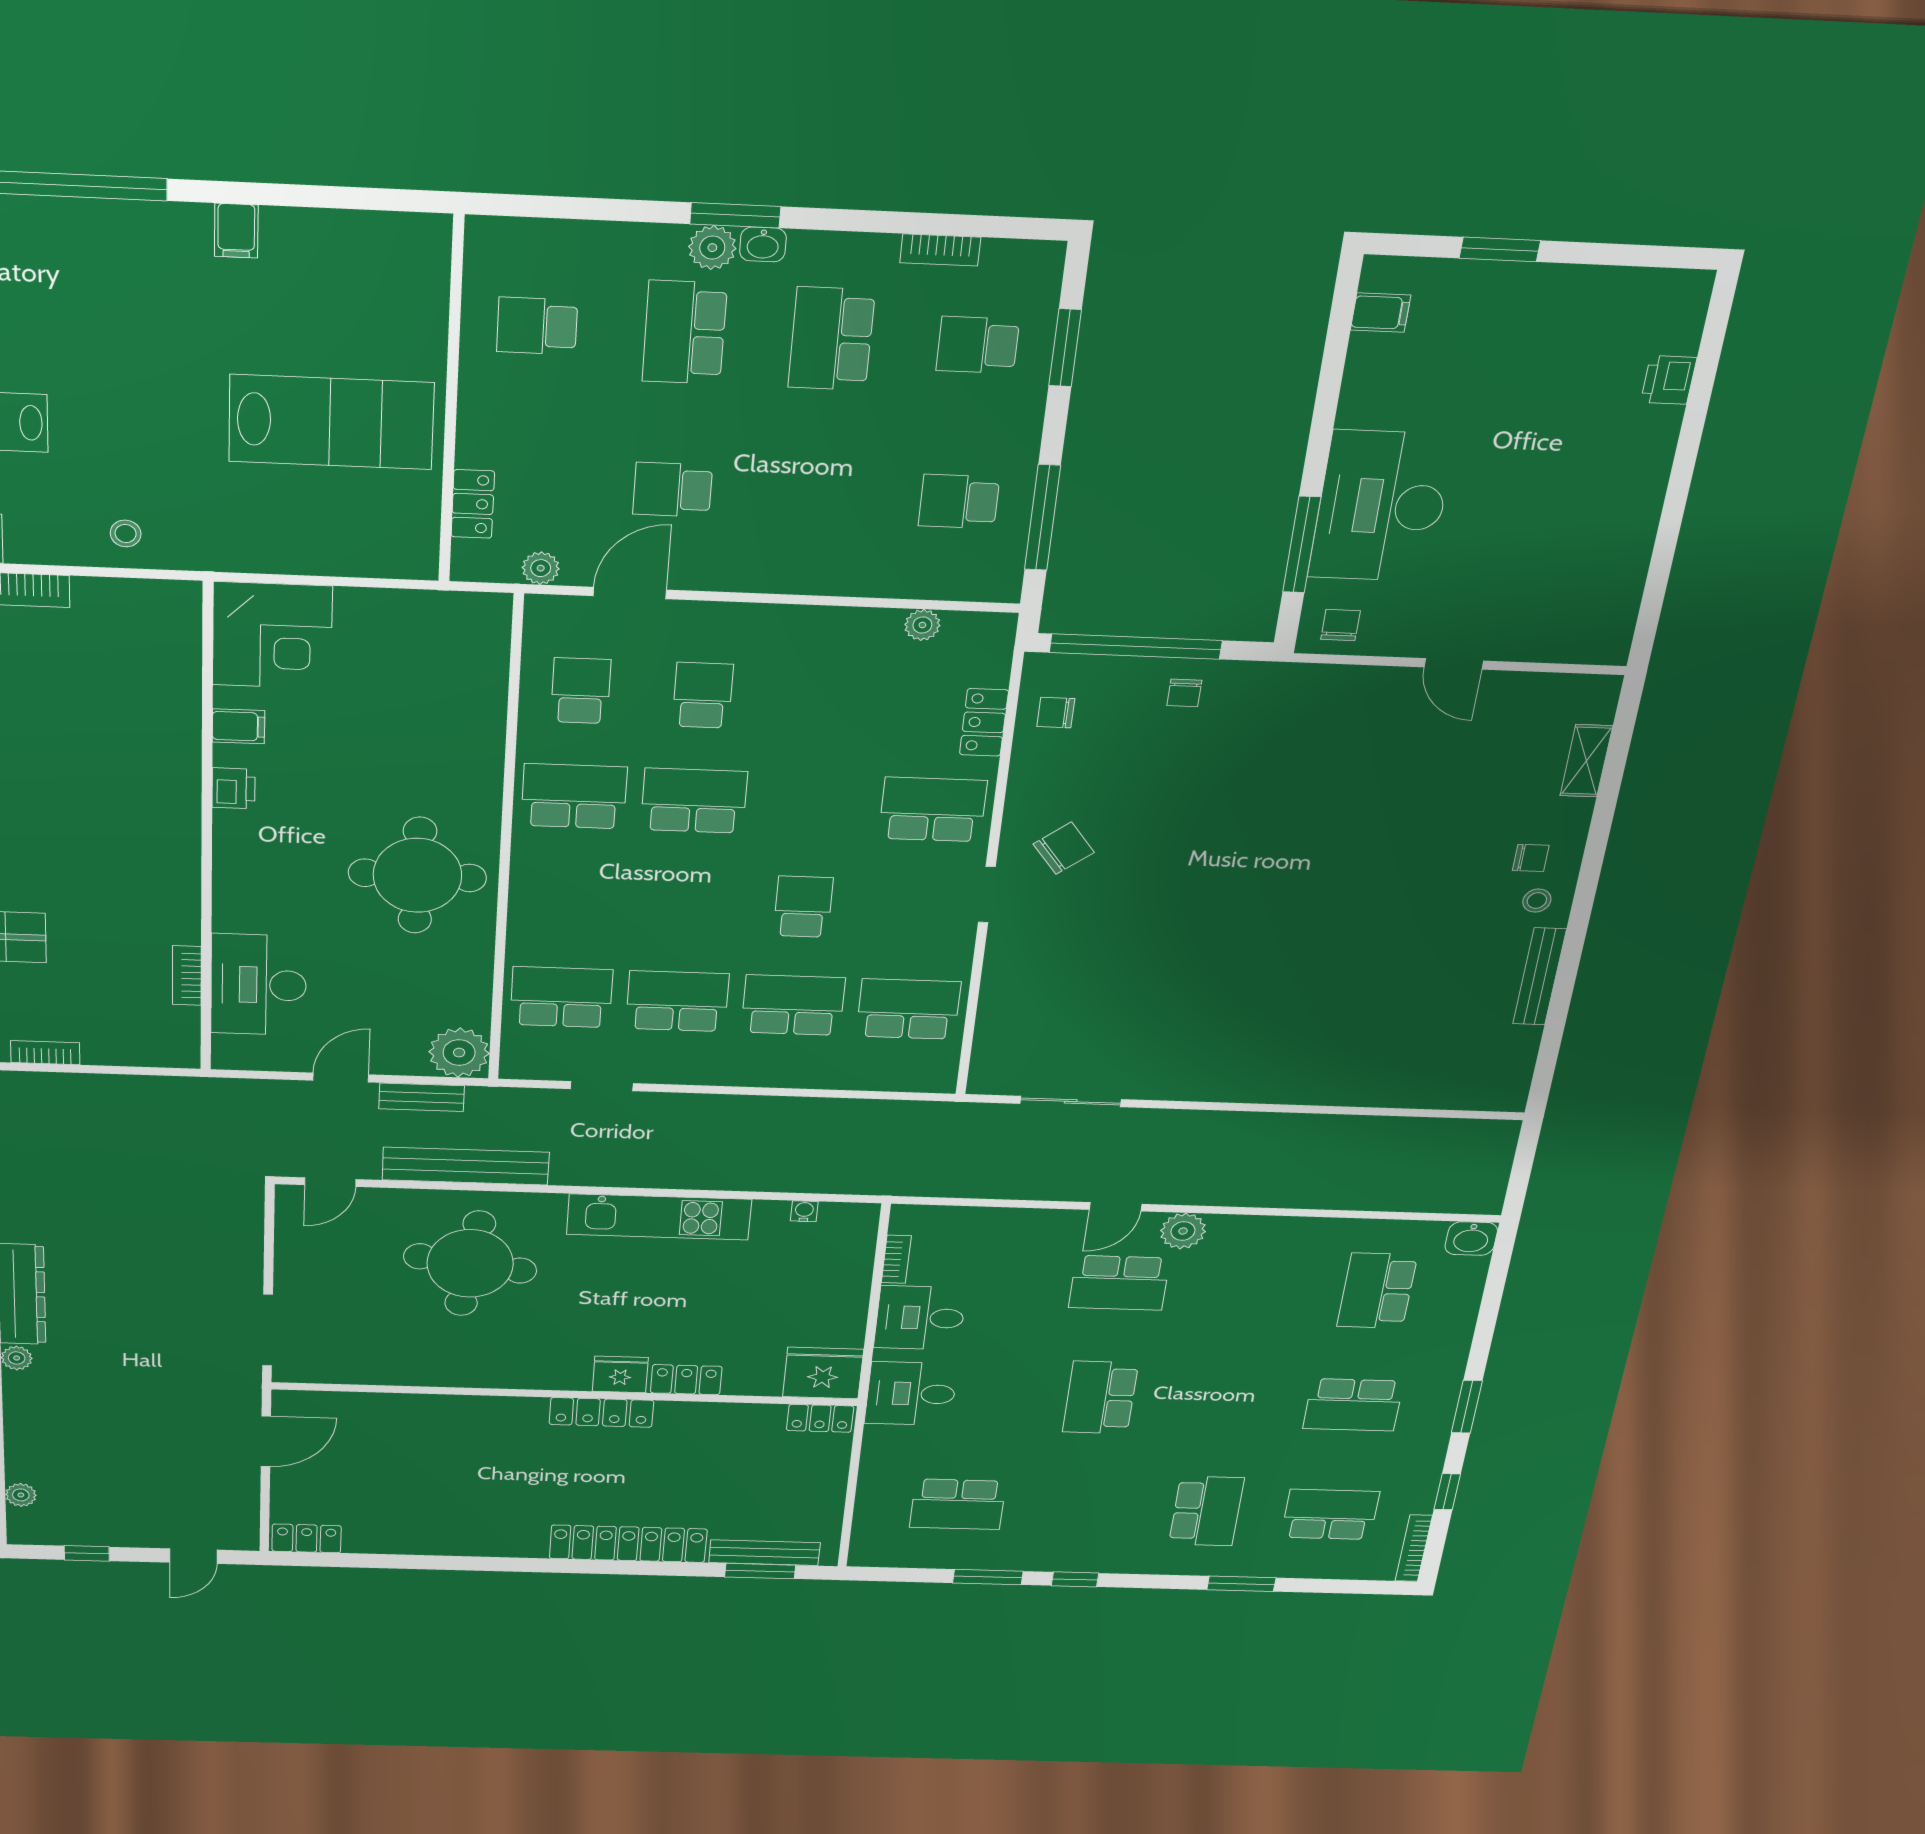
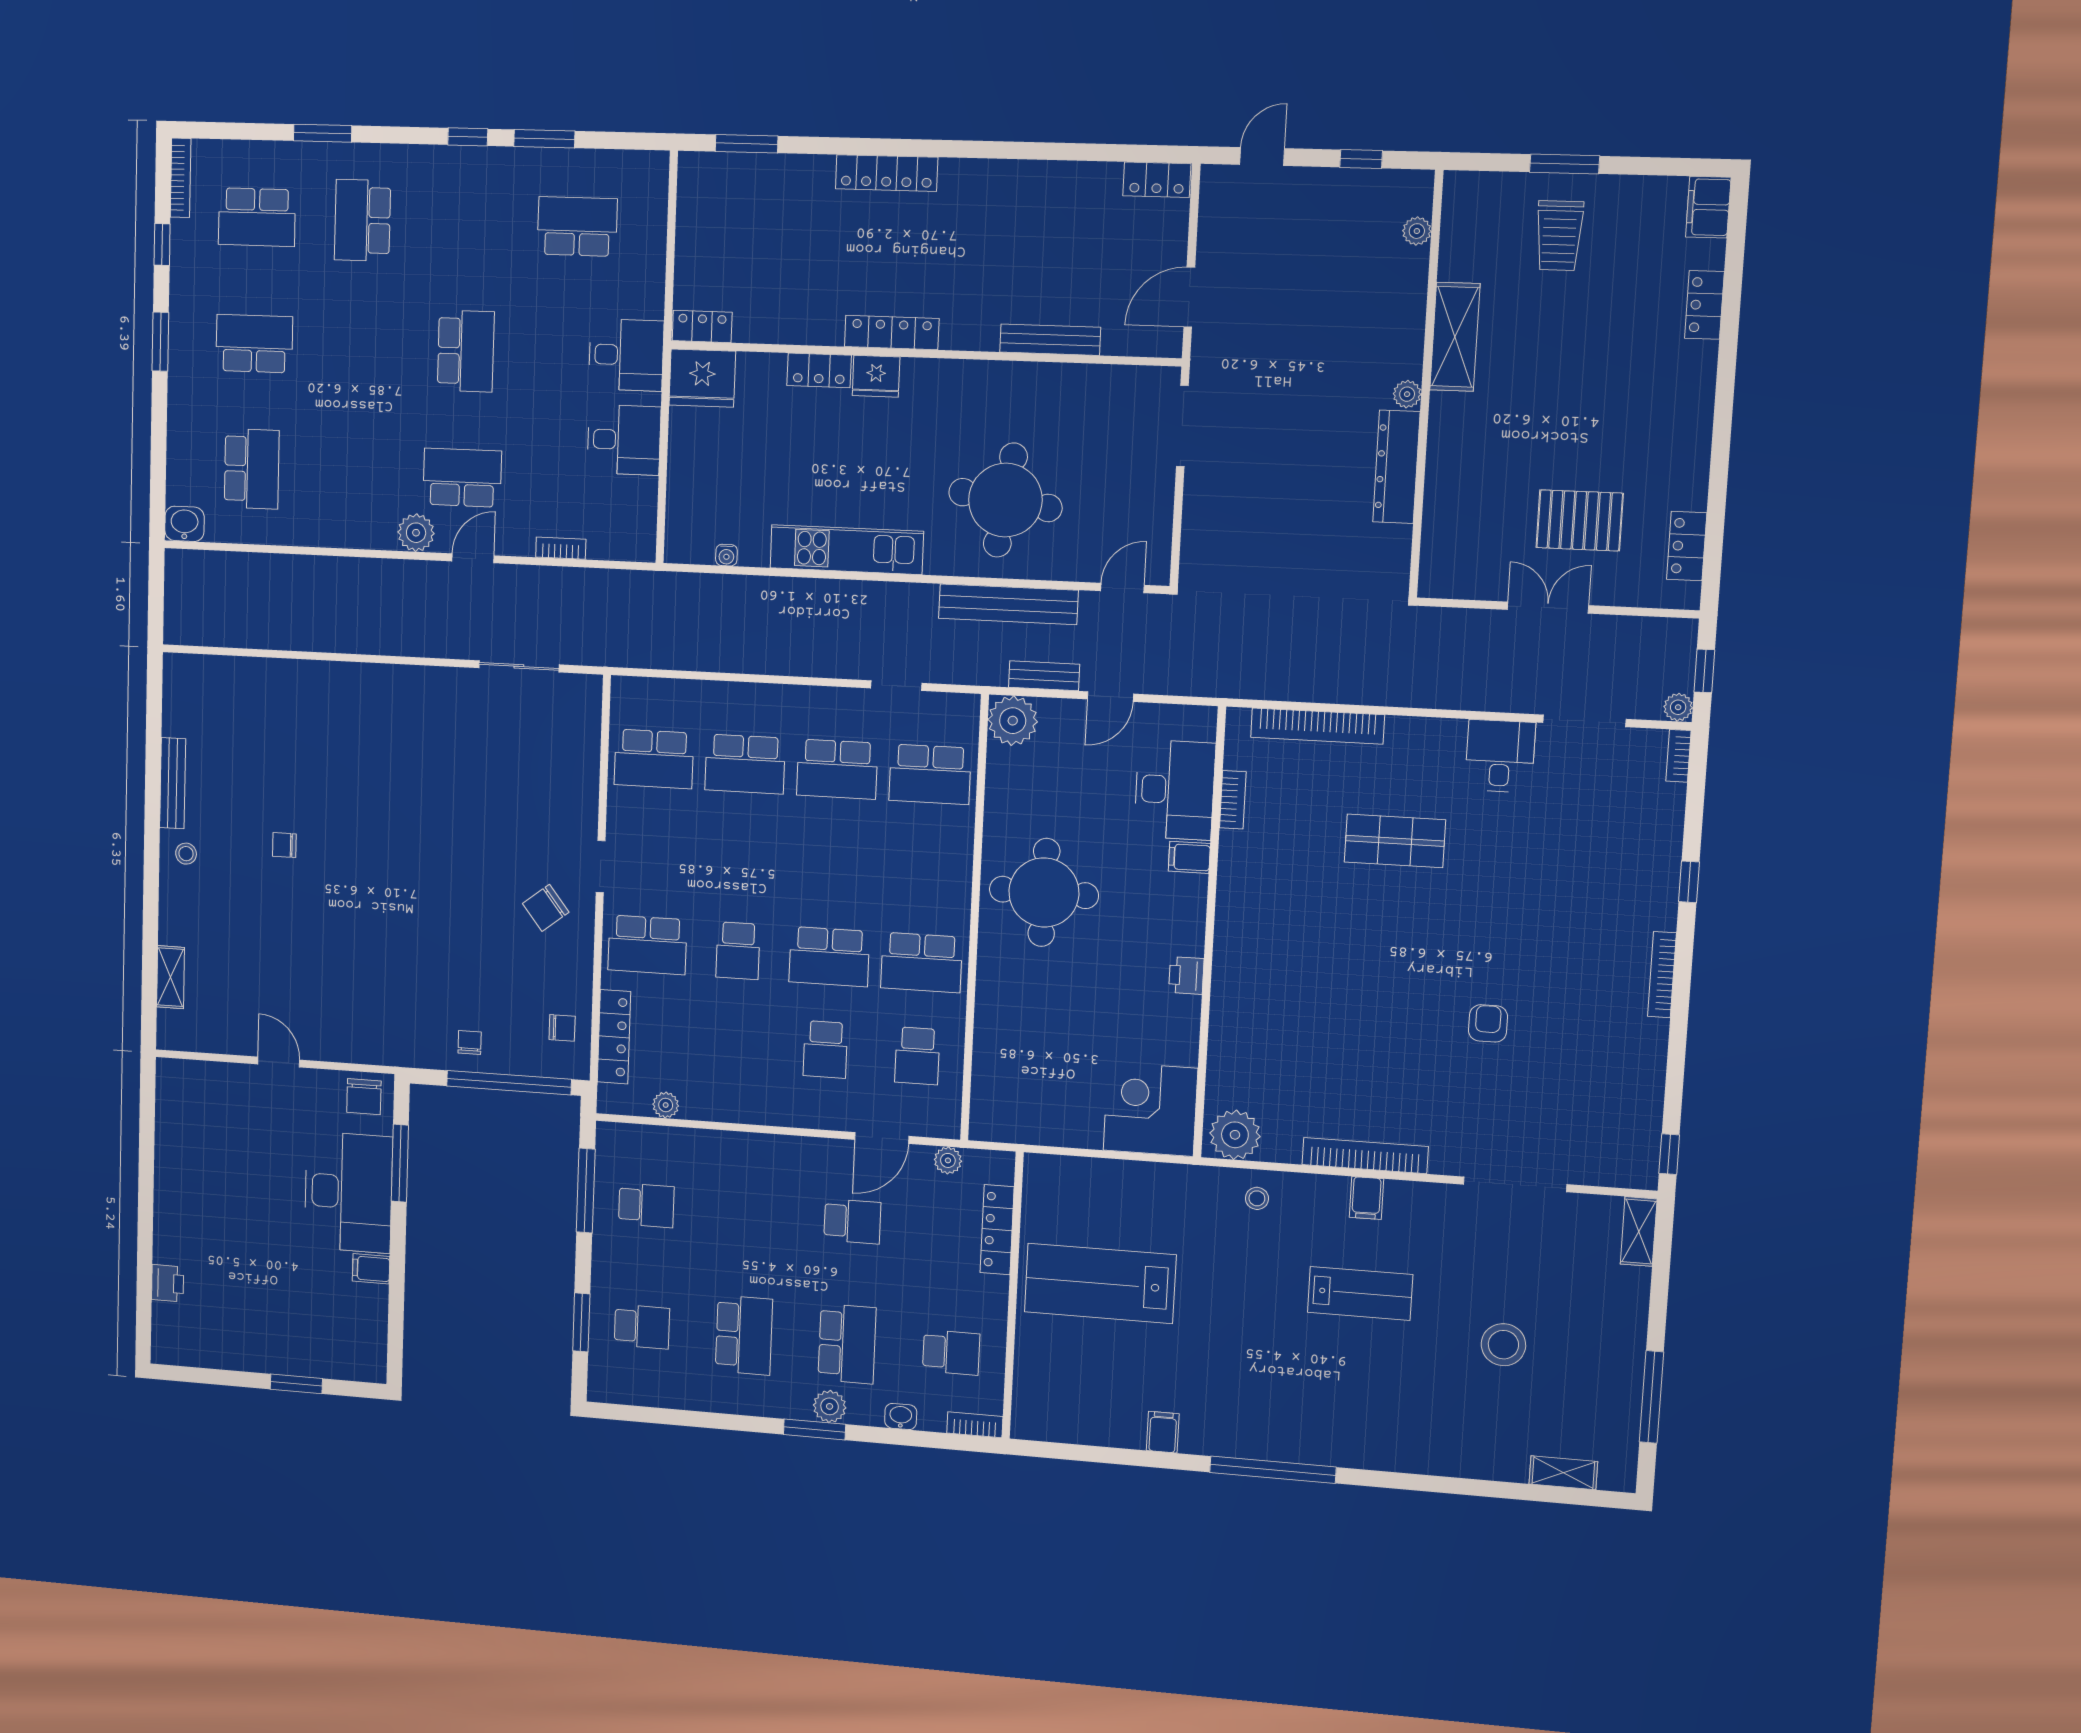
washbasin: (763, 244) -> (901, 1416), moved
bookcase: (940, 250) -> (975, 1425), moved
filing cabinet: (1380, 313) -> (371, 1269), moved
locker: (473, 504) -> (997, 1230), width x1.53
plant: (160, 608) -> (1235, 1135), added
chair: (1340, 625) -> (364, 1097), width x1.37, depth x1.37
locker: (984, 722) -> (614, 1037), width x1.53
filing cabinet: (238, 726) -> (1189, 857), moved
chair: (1531, 858) -> (284, 845), moved
school desk: (803, 907) -> (738, 951), moved
bookcase: (45, 1053) -> (1317, 726), width x2.31, depth x1.31
bookcase: (896, 1259) -> (561, 548), moved, turned 90
locker: (628, 1544) -> (887, 173), width x0.71, depth x0.83
bench: (764, 1553) -> (1050, 340), moved

